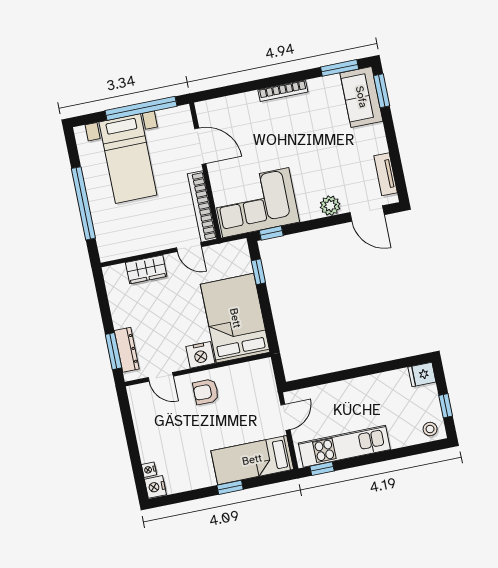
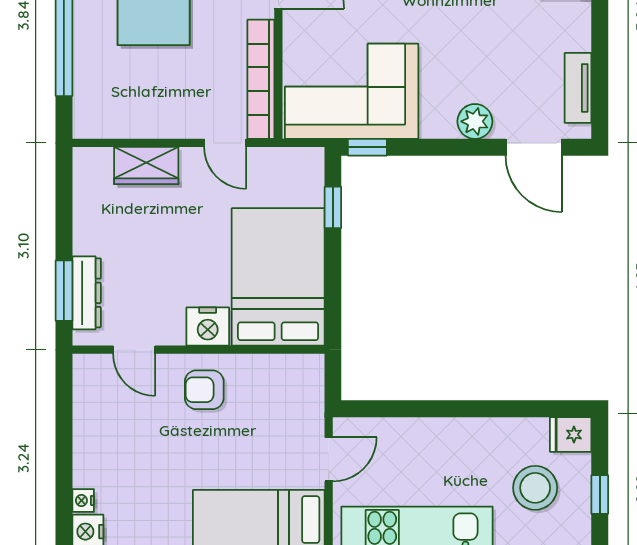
stool: (430, 429) -> (535, 488), moved, width x1.89, depth x1.89

